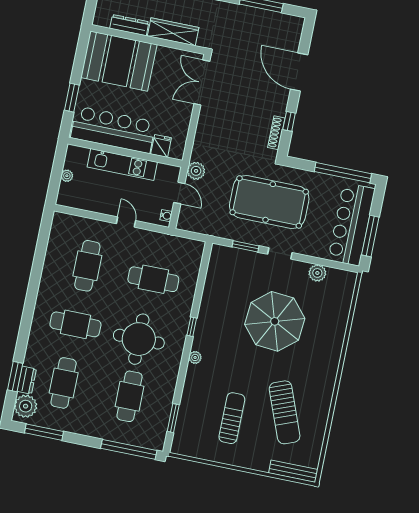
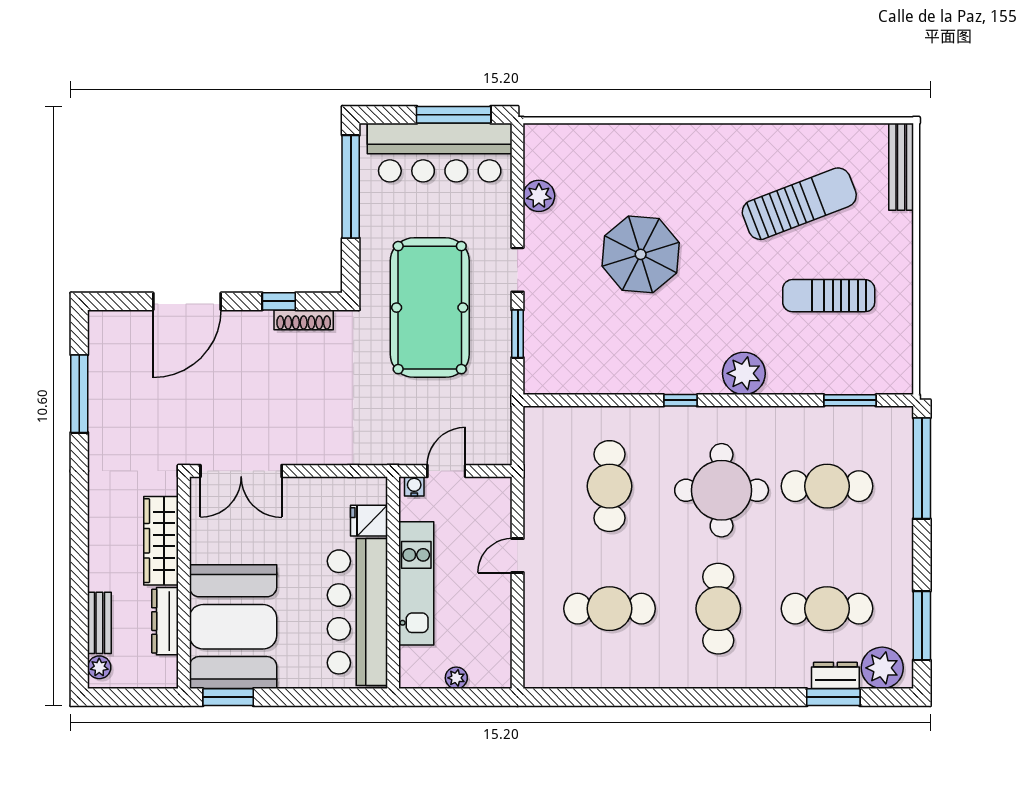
window: (72, 98) -> (228, 697), moved
plant: (196, 171) -> (401, 449), removed
water cooler: (166, 216) -> (414, 486), moved
parasol: (275, 321) -> (641, 254), width x0.73, depth x0.73
plant: (195, 357) -> (744, 373), width x1.87, depth x1.87

